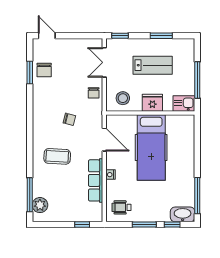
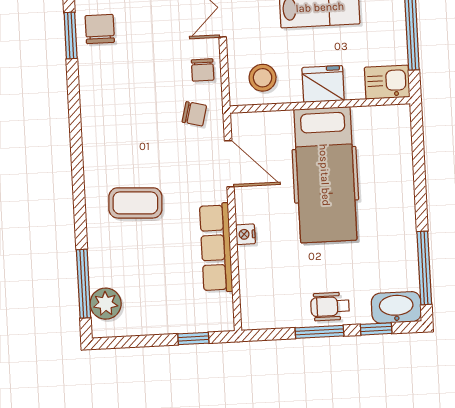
chair: (44, 70) -> (100, 29), turned 180
chair: (69, 119) -> (194, 114), moved
wheelchair: (122, 207) -> (330, 306), moved

